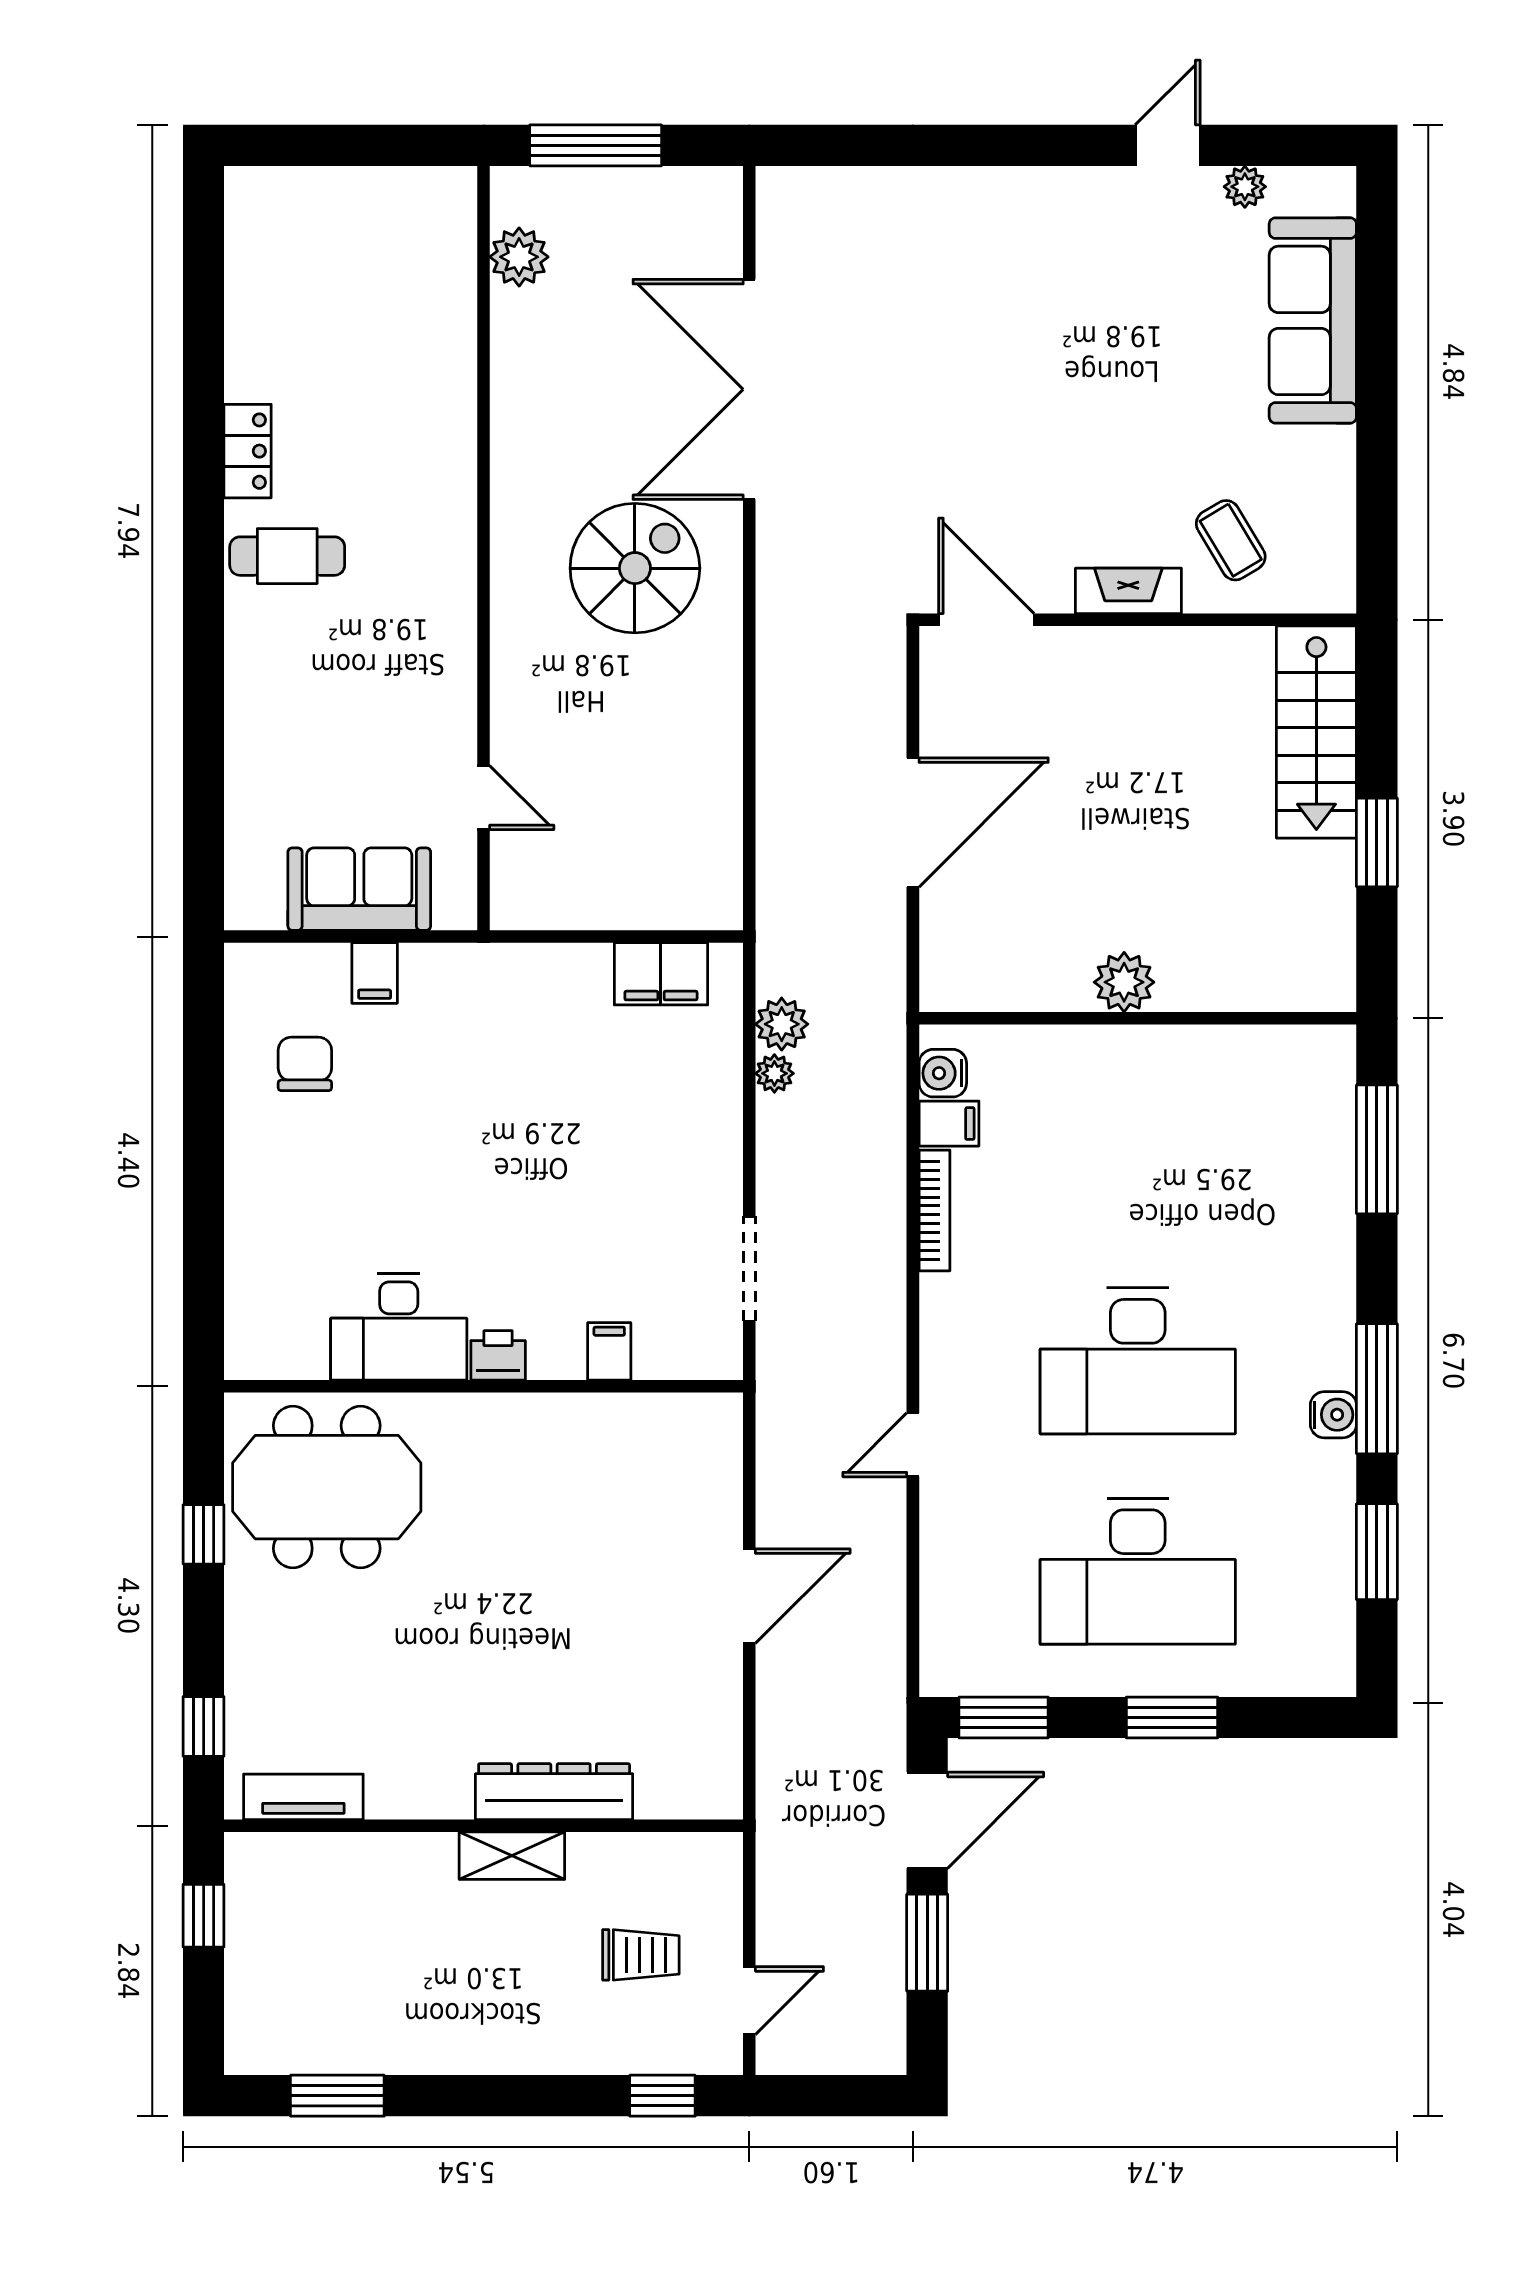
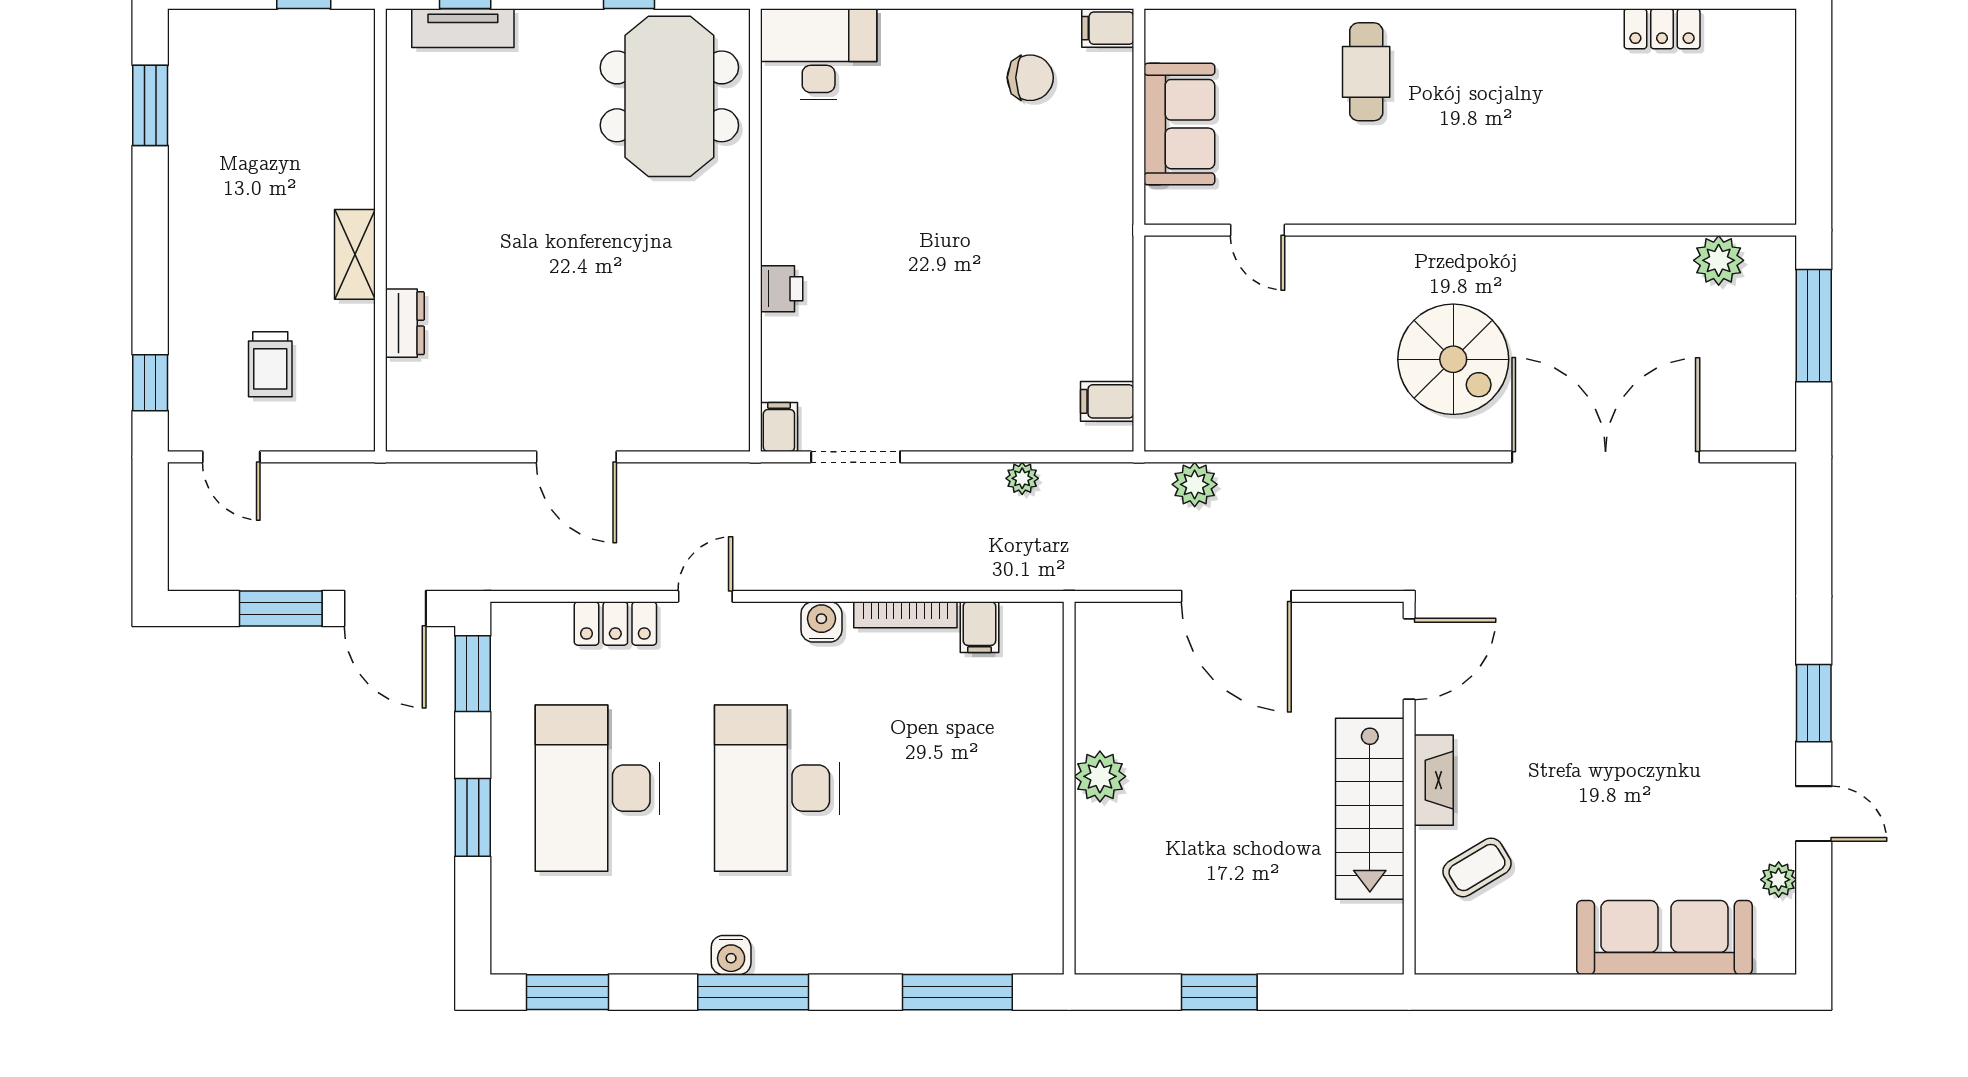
window: (1038, 145) -> (1814, 703), added
locker: (248, 451) -> (1662, 29), moved
cafe table: (287, 556) -> (1366, 72), moved
stairs: (1316, 732) -> (1370, 809), moved, turned -90
door: (484, 798) -> (1257, 230), hinge flipped
filing cabinet: (375, 973) -> (1108, 28), moved
filing cabinet: (661, 974) -> (1107, 401), width x0.50
plant: (782, 1024) -> (1195, 484), moved
water cooler: (943, 1073) -> (821, 622), moved
desk: (399, 1327) -> (819, 54), moved, turned 90
filing cabinet: (609, 1351) -> (779, 427), moved, turned -90
printer: (498, 1355) -> (782, 289), moved
door: (913, 1445) -> (705, 596), hinge flipped
locker: (945, 1550) -> (615, 623), added
window: (1377, 1552) -> (567, 992), moved
dresser: (554, 1792) -> (405, 323), width x0.51, depth x0.80
tv unit: (303, 1797) -> (463, 28), moved, turned 90

